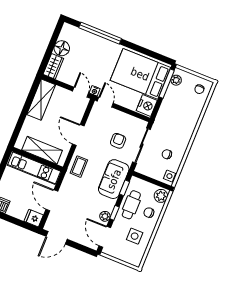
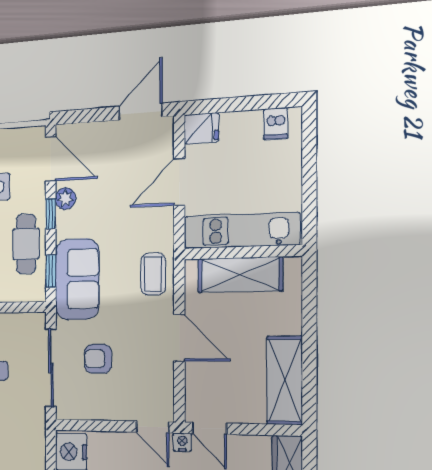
armchair: (118, 141) -> (98, 359), turned 90
door: (52, 200) -> (179, 182), swing flipped

